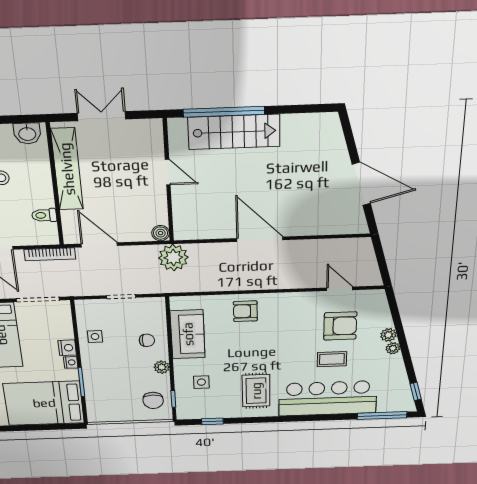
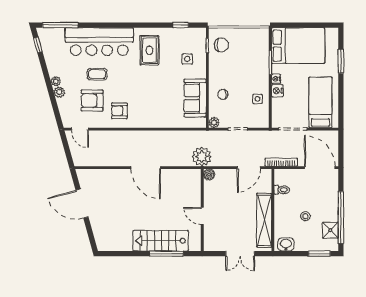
window: (224, 112) -> (166, 254), width x0.68
door: (99, 245) -> (249, 168), hinge flipped
door: (340, 289) -> (80, 129), moved
armchair: (245, 311) -> (119, 111), moved, turned 180
plant: (162, 367) -> (214, 122), moved
chair: (153, 400) -> (222, 45), turned 90

